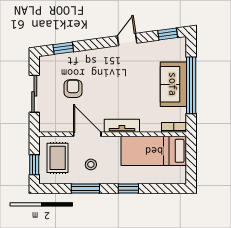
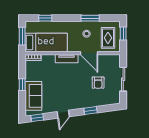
window: (63, 48) -> (91, 110), moved
sofa: (173, 84) -> (33, 96), moved
window: (191, 85) -> (22, 85), width x0.32
window: (191, 161) -> (22, 36), added
window: (128, 189) -> (45, 18), moved

